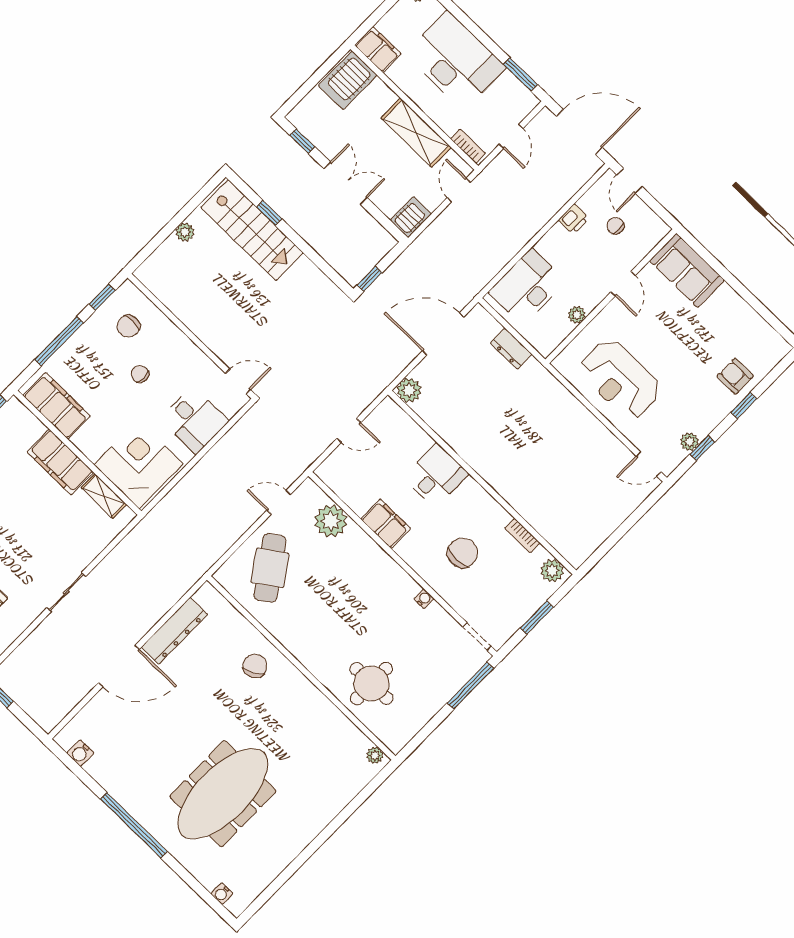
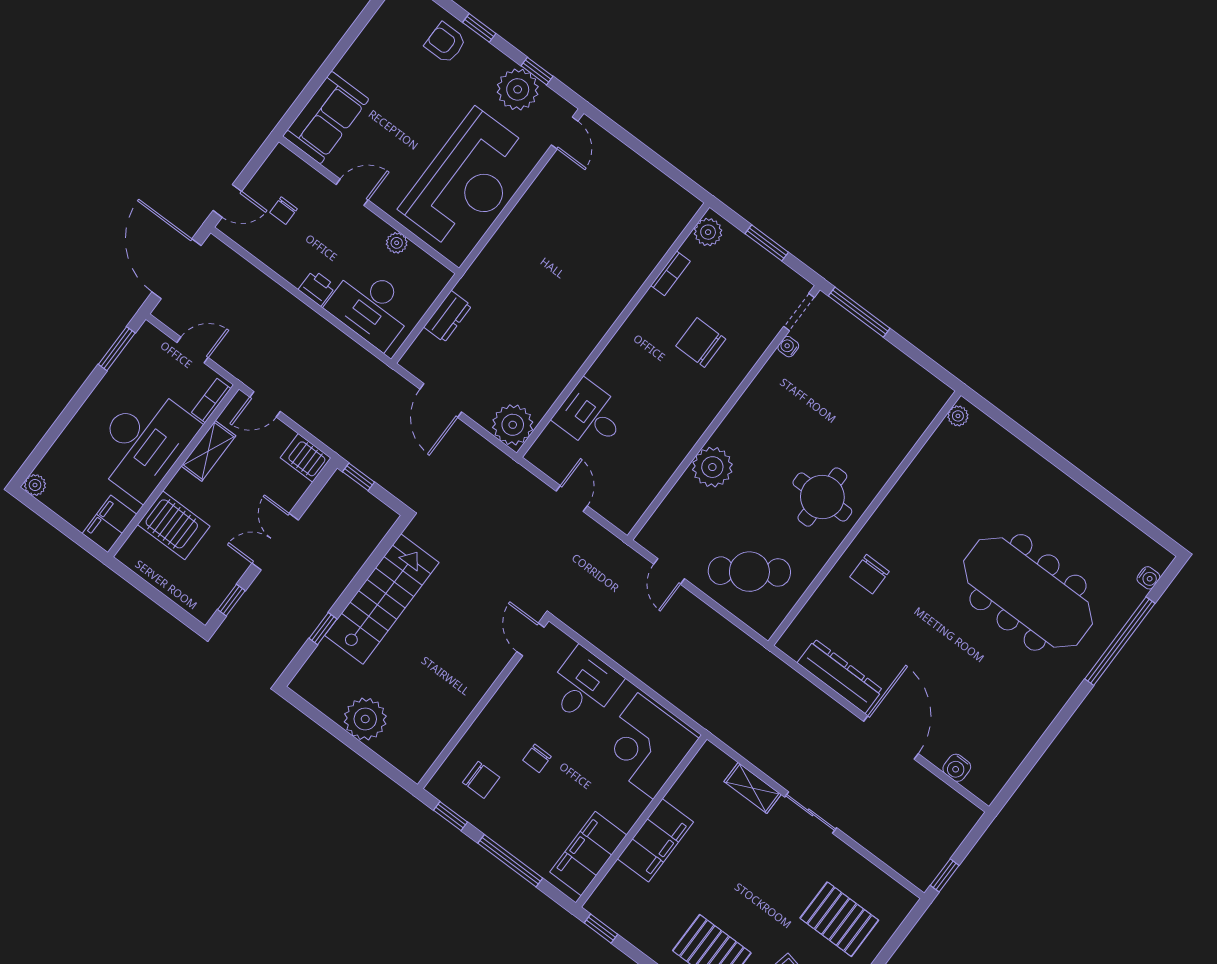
desk: (455, 61) -> (144, 442), moved, turned 180
server rack: (348, 80) -> (174, 525), moved
shelving: (416, 133) -> (208, 451), width x0.67, depth x0.75
printer: (574, 219) -> (317, 288), moved
stairs: (252, 230) -> (382, 599), moved
plant: (185, 232) -> (365, 719), width x1.88, depth x1.88
window: (370, 279) -> (358, 477), moved
door: (443, 334) -> (441, 401), width x0.73
armchair: (735, 376) -> (445, 43), turned 90
reception desk: (620, 379) -> (467, 181), width x1.36, depth x1.30
plant: (409, 390) -> (513, 425), width x1.36, depth x1.36
plant: (689, 442) -> (518, 89), width x1.87, depth x1.87
desk: (436, 476) -> (591, 416), moved
shelving: (104, 496) -> (753, 788), moved, turned 90
plant: (331, 521) -> (712, 467), moved
filing cabinet: (386, 524) -> (678, 440), removed
water cooler: (424, 599) -> (788, 347), moved
chair: (255, 666) -> (870, 574), turned -61
round table: (371, 683) -> (822, 497), moved
water cooler: (80, 753) -> (957, 768), moved, turned 90
window: (134, 825) -> (1120, 641), moved

